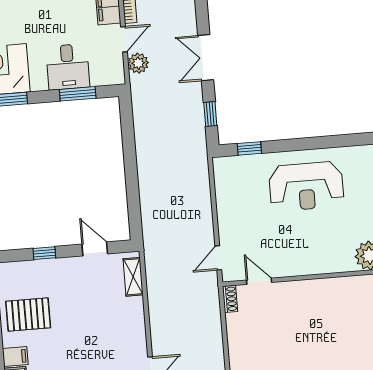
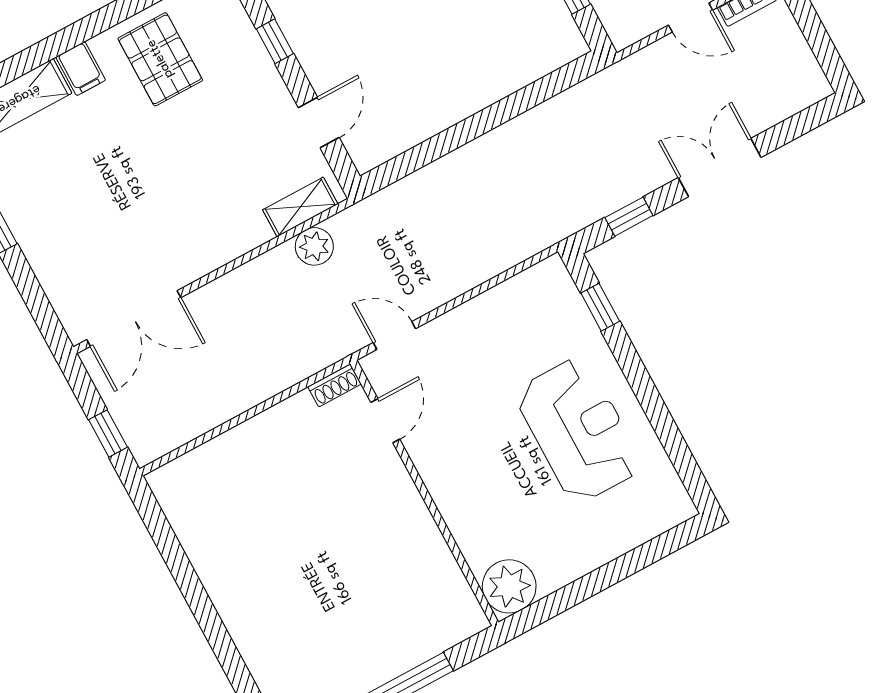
plant: (138, 63) -> (314, 246), moved
reception desk: (306, 186) -> (579, 430), turned 180

